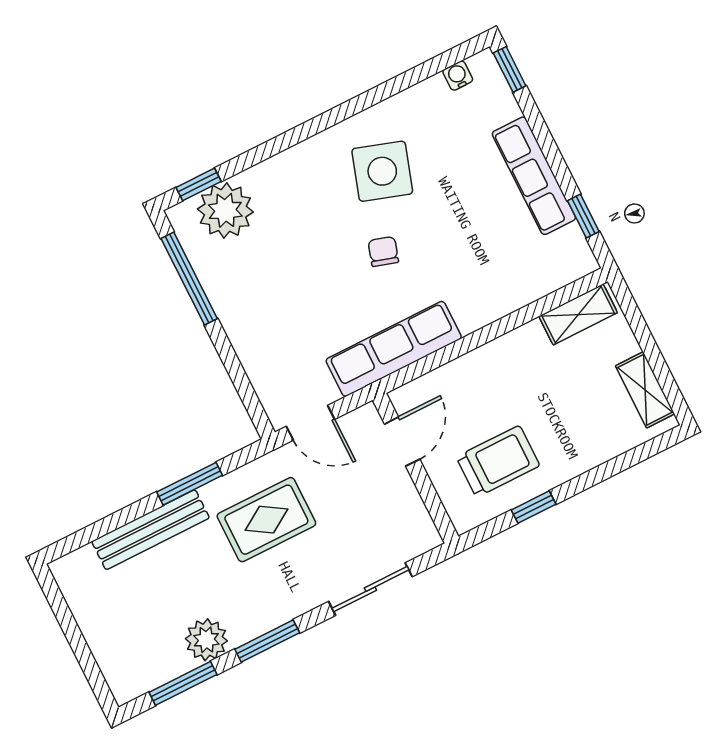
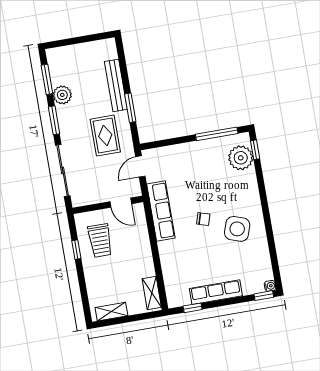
water cooler: (458, 76) -> (270, 286), moved
sliding door: (370, 589) -> (63, 170), width x1.37

